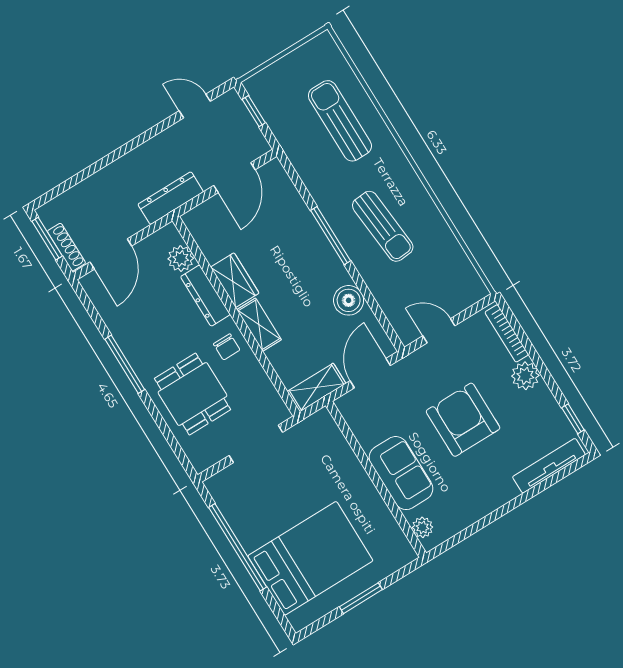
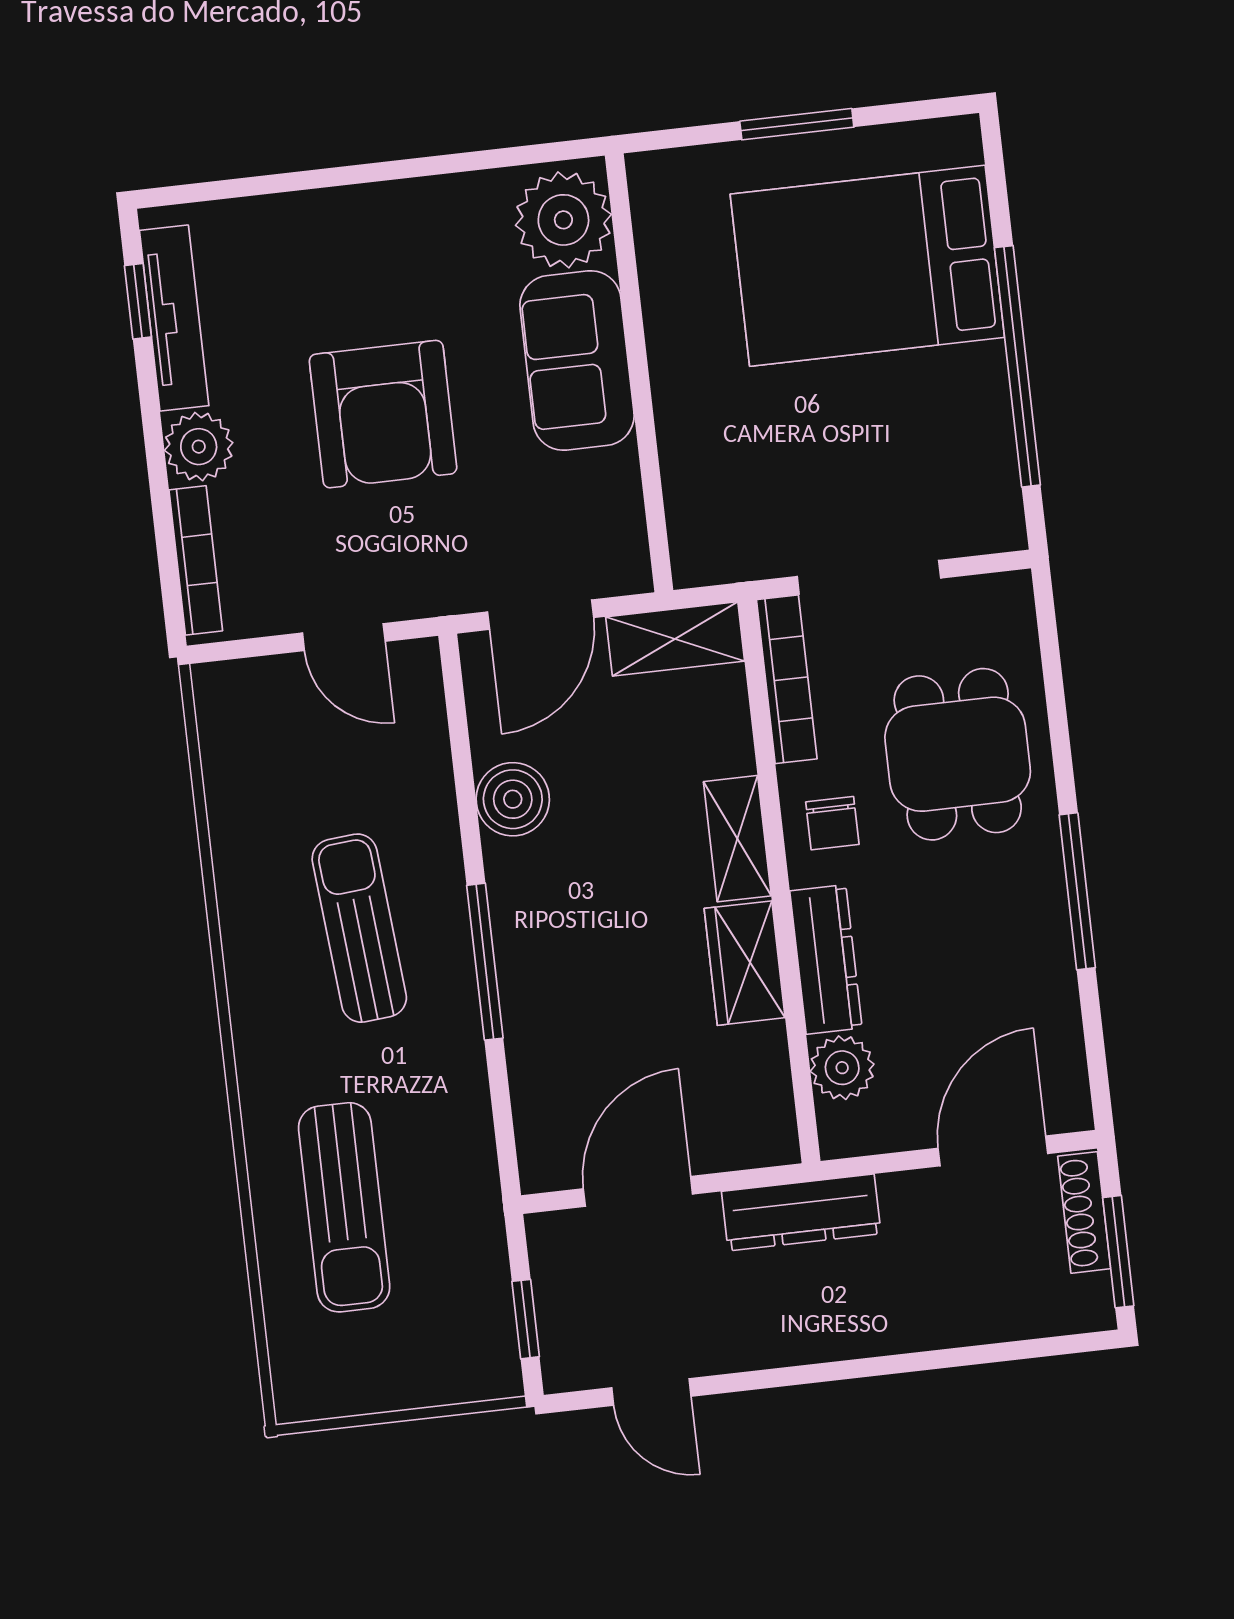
chair: (227, 347) -> (832, 823), turned 180
bookcase: (268, 392) -> (787, 679), added
tv unit: (549, 466) -> (174, 318), moved, turned -90
plant: (422, 527) -> (563, 220), width x1.88, depth x1.88

